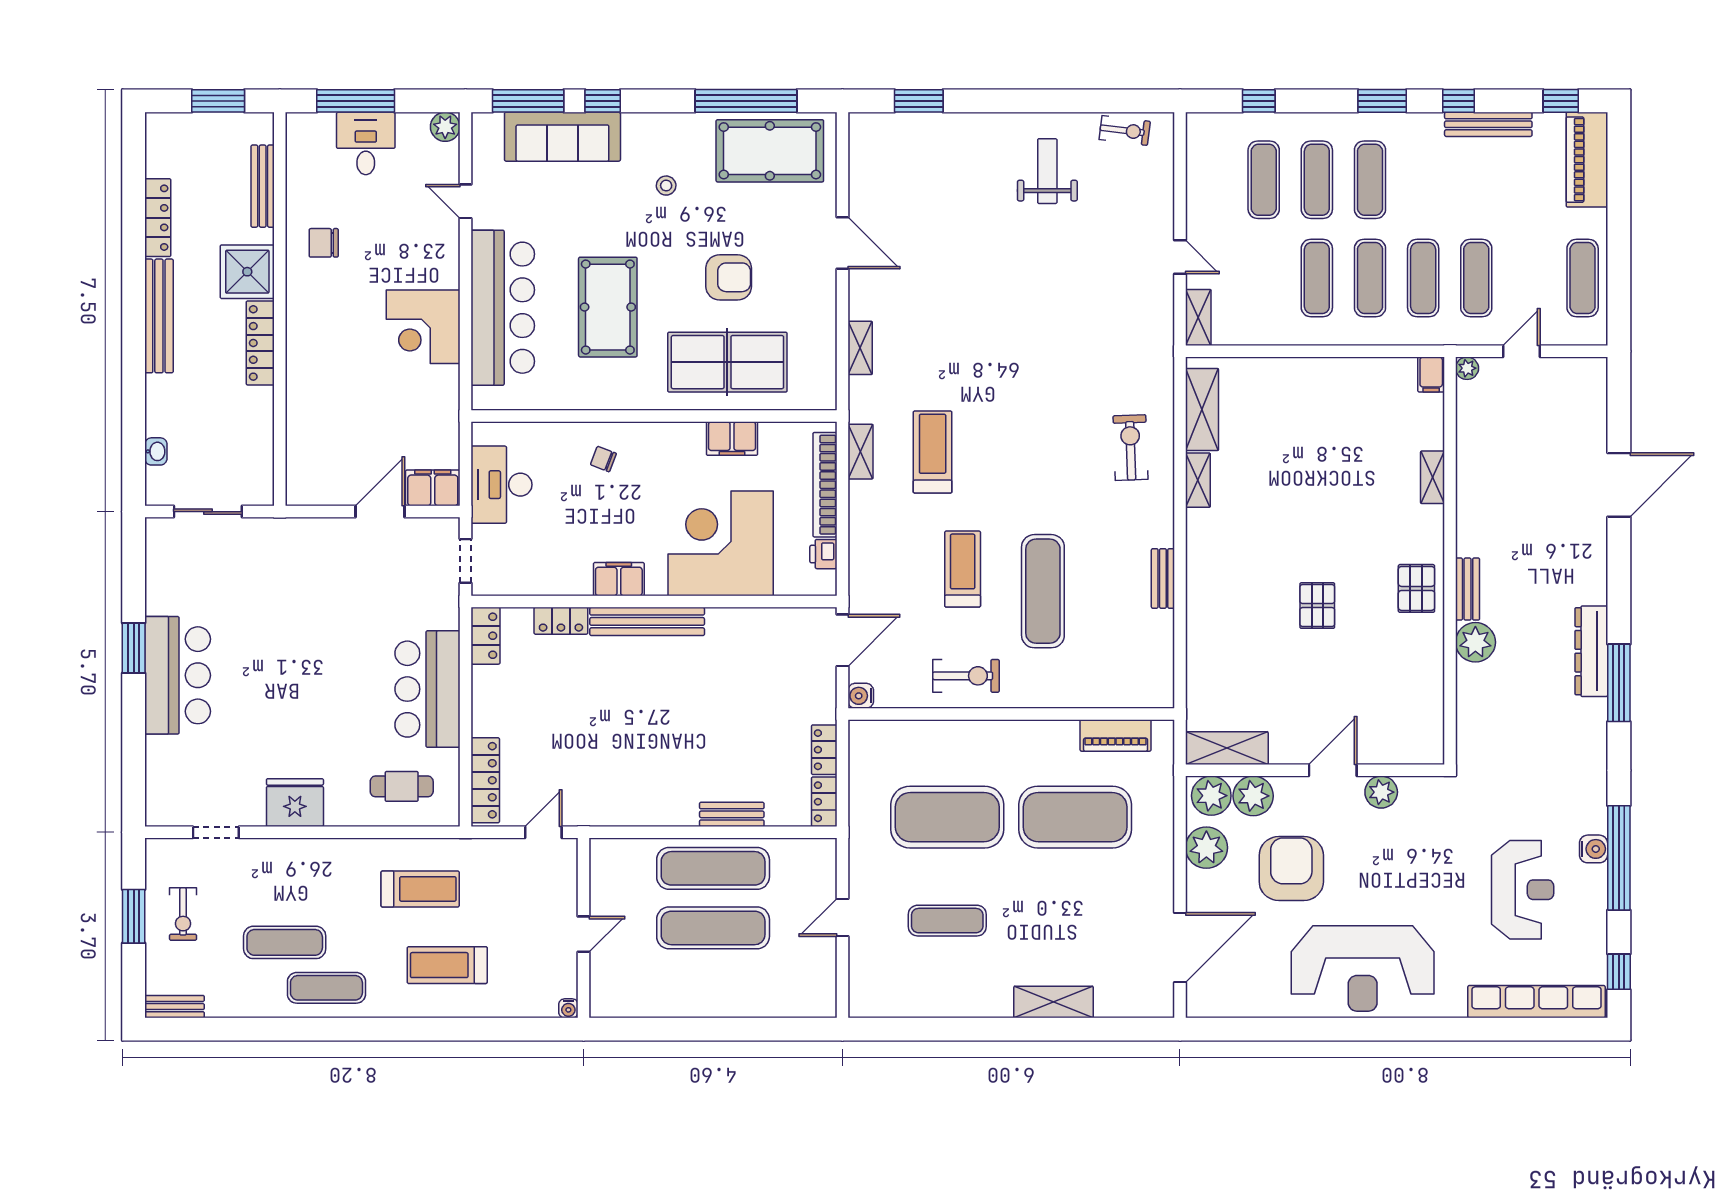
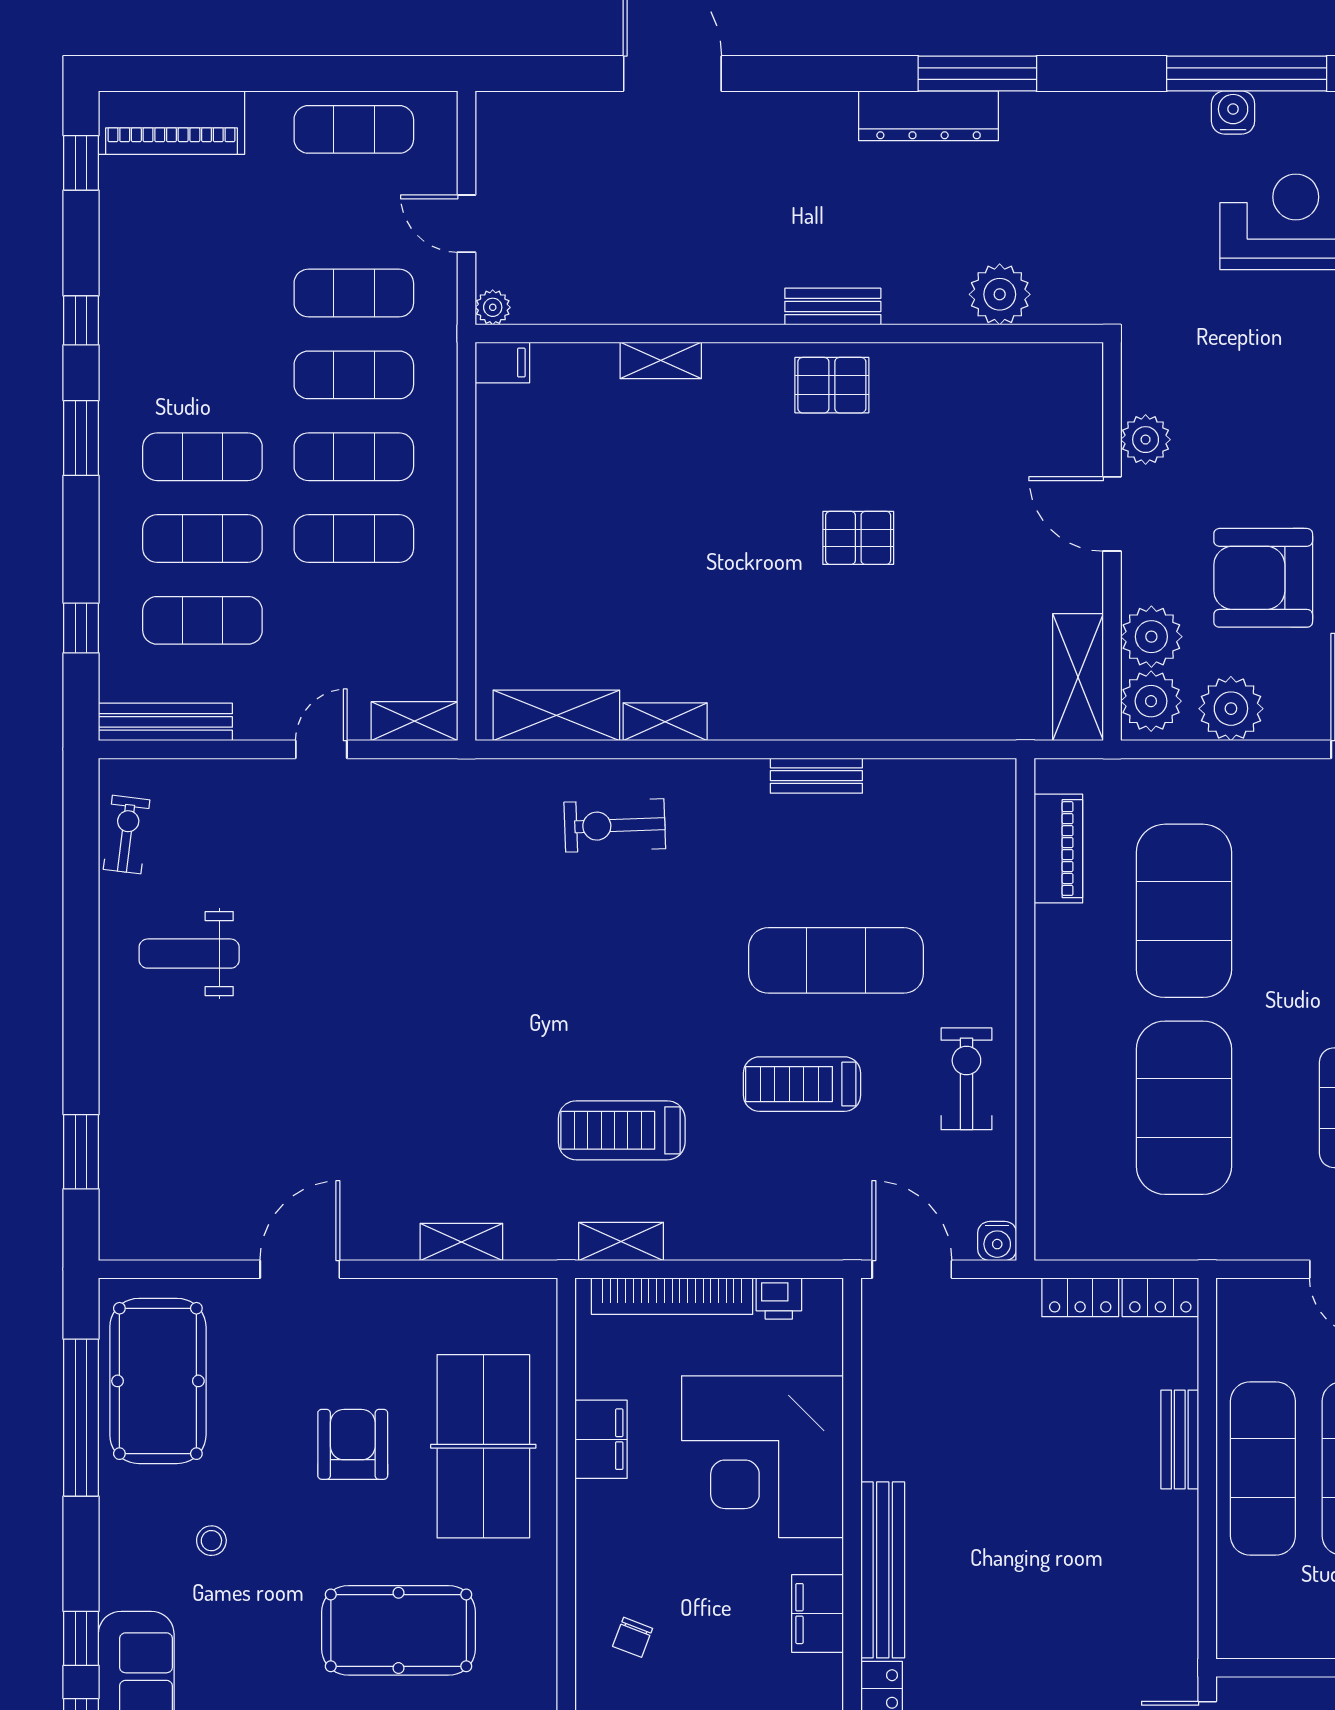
bench: (1488, 124) -> (165, 722), moved, turned 90
plant: (1475, 642) -> (1000, 294), moved

